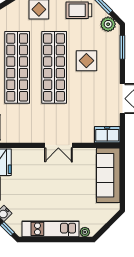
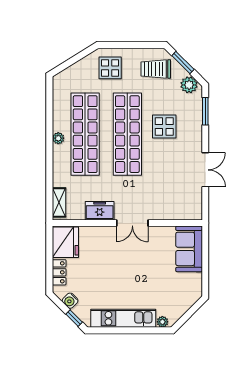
freezer: (107, 135) -> (100, 211), moved
sofa: (108, 175) -> (189, 249), width x0.73

